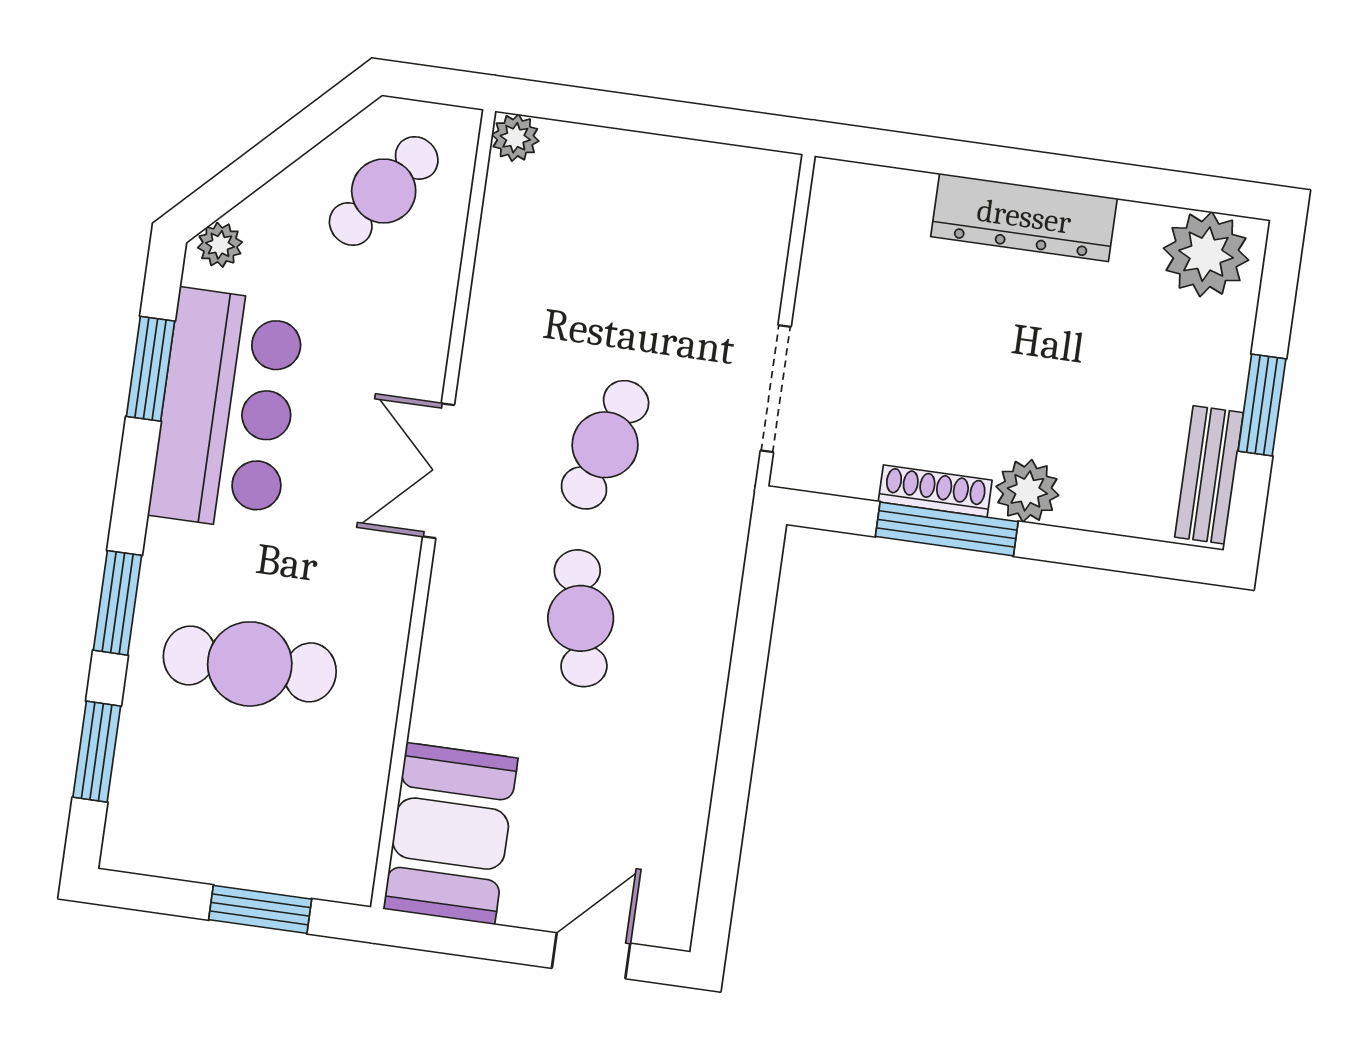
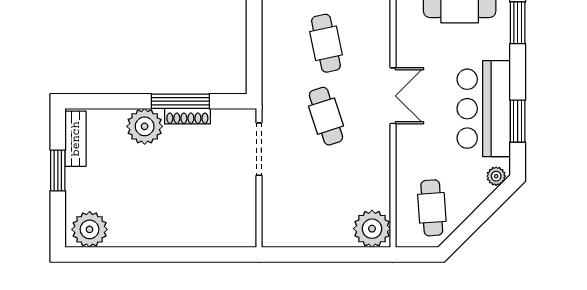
plant: (515, 138) -> (372, 229), width x1.88, depth x1.88
cafe table: (384, 191) -> (432, 208), turned -41
dresser: (1024, 217) -> (167, 234), removed
cafe table: (605, 445) -> (326, 116), turned -36
plant: (1027, 491) -> (145, 126), width x1.36, depth x1.36

